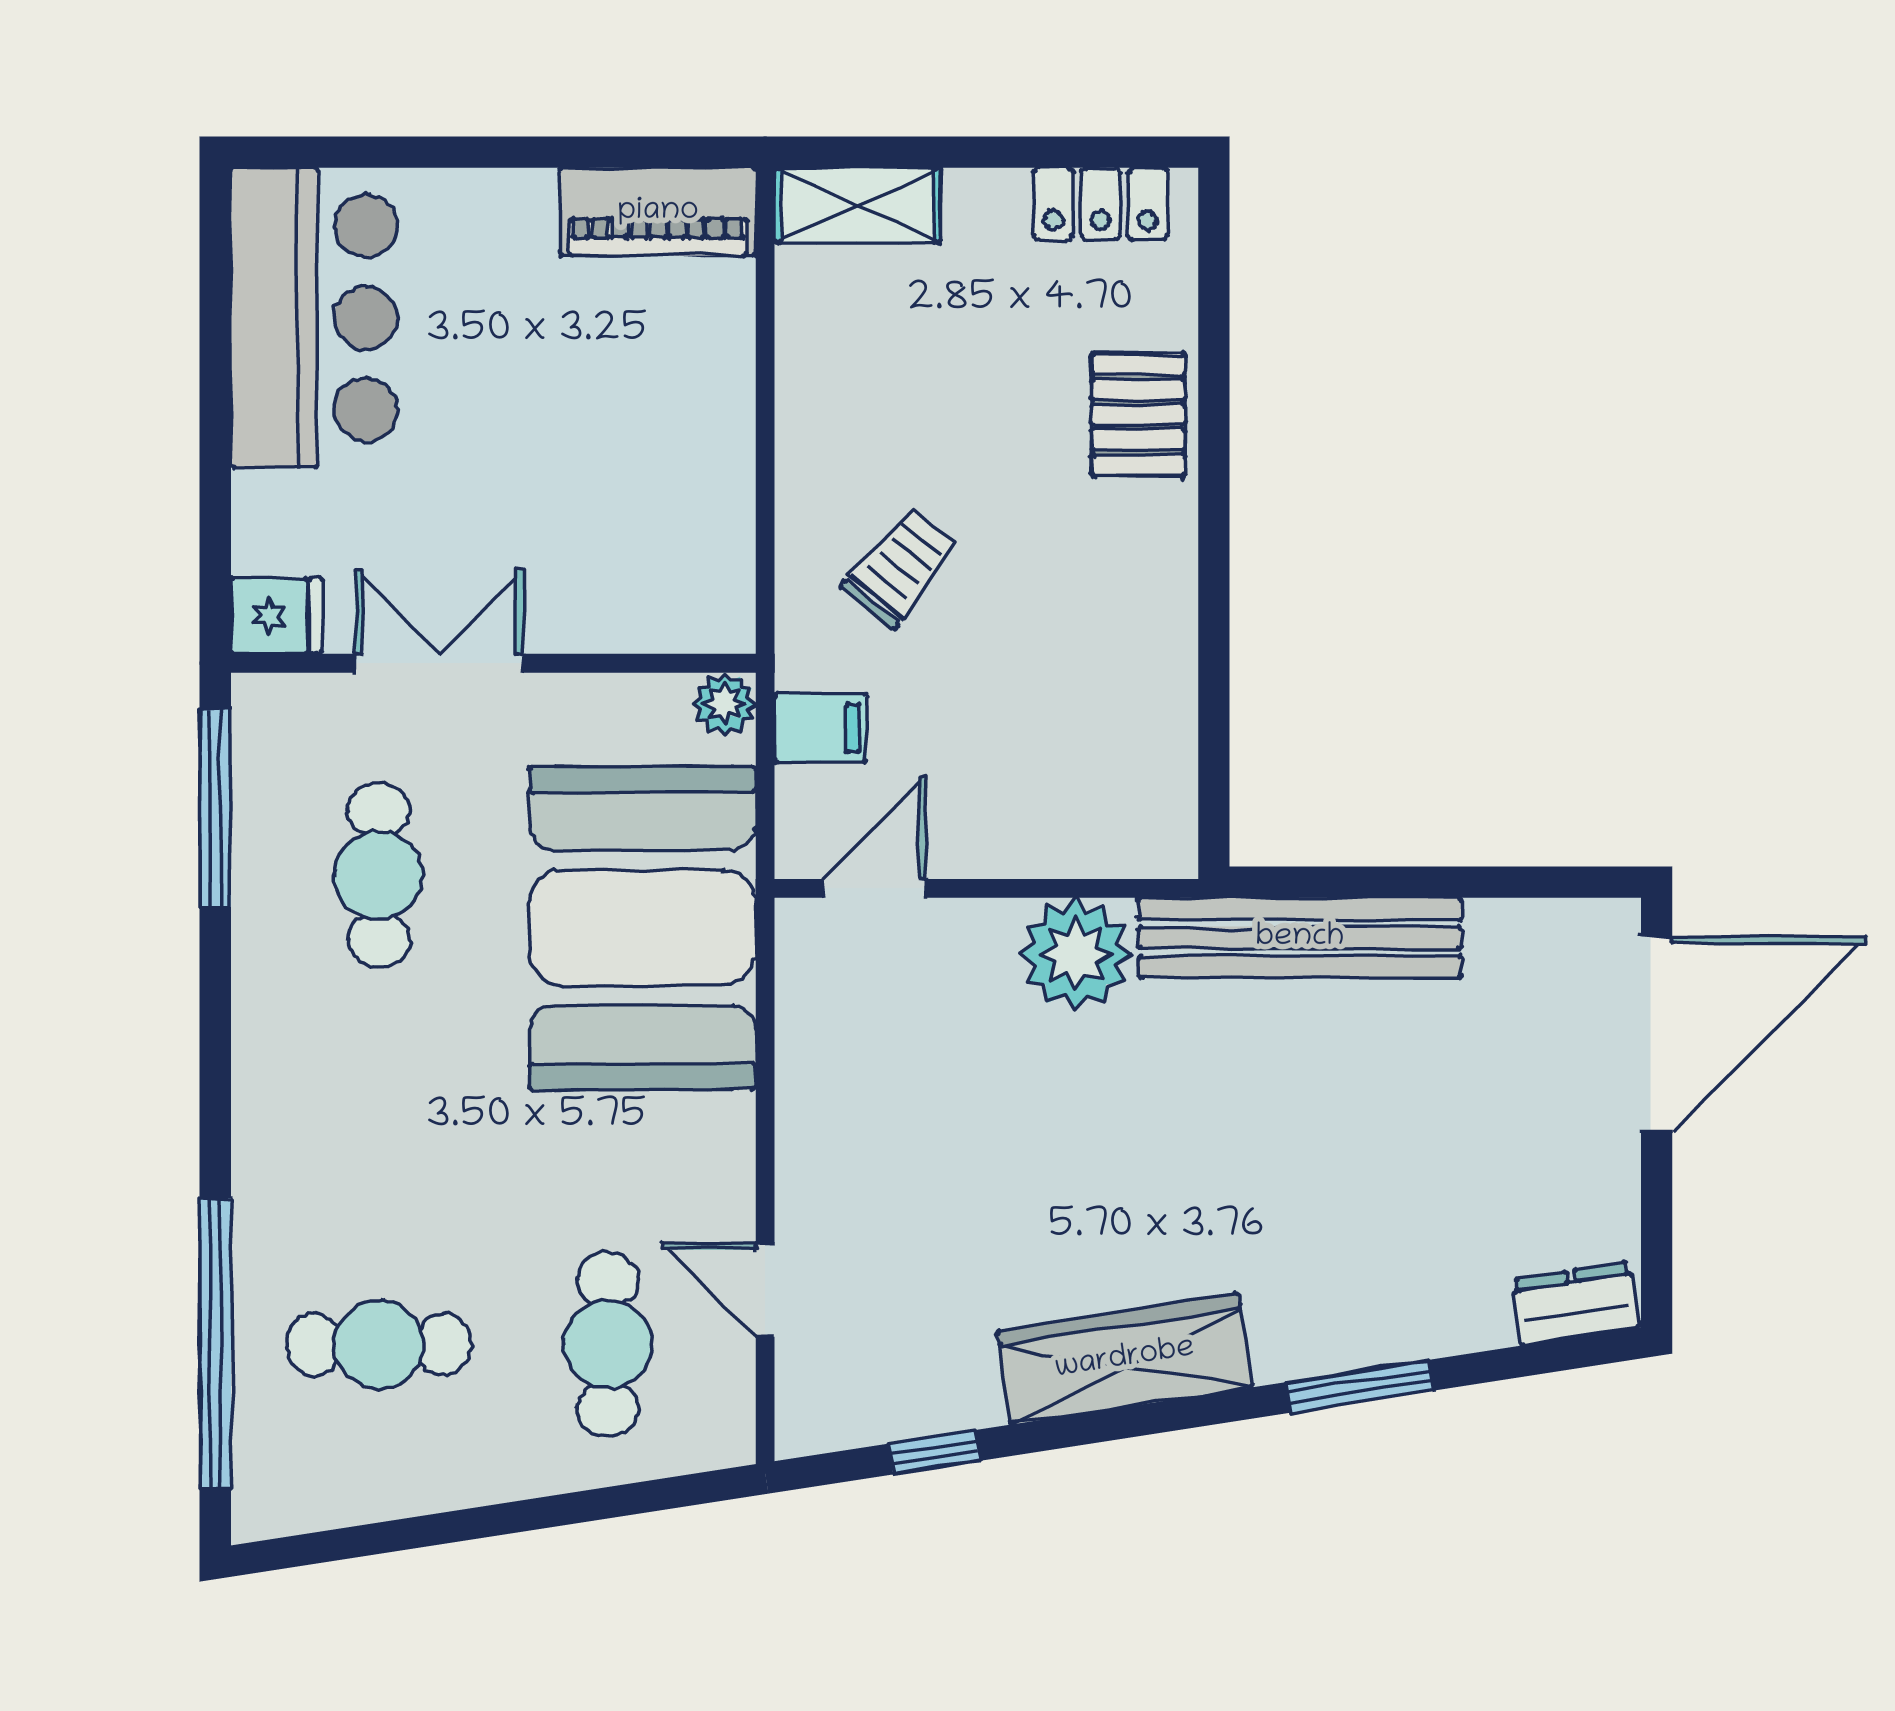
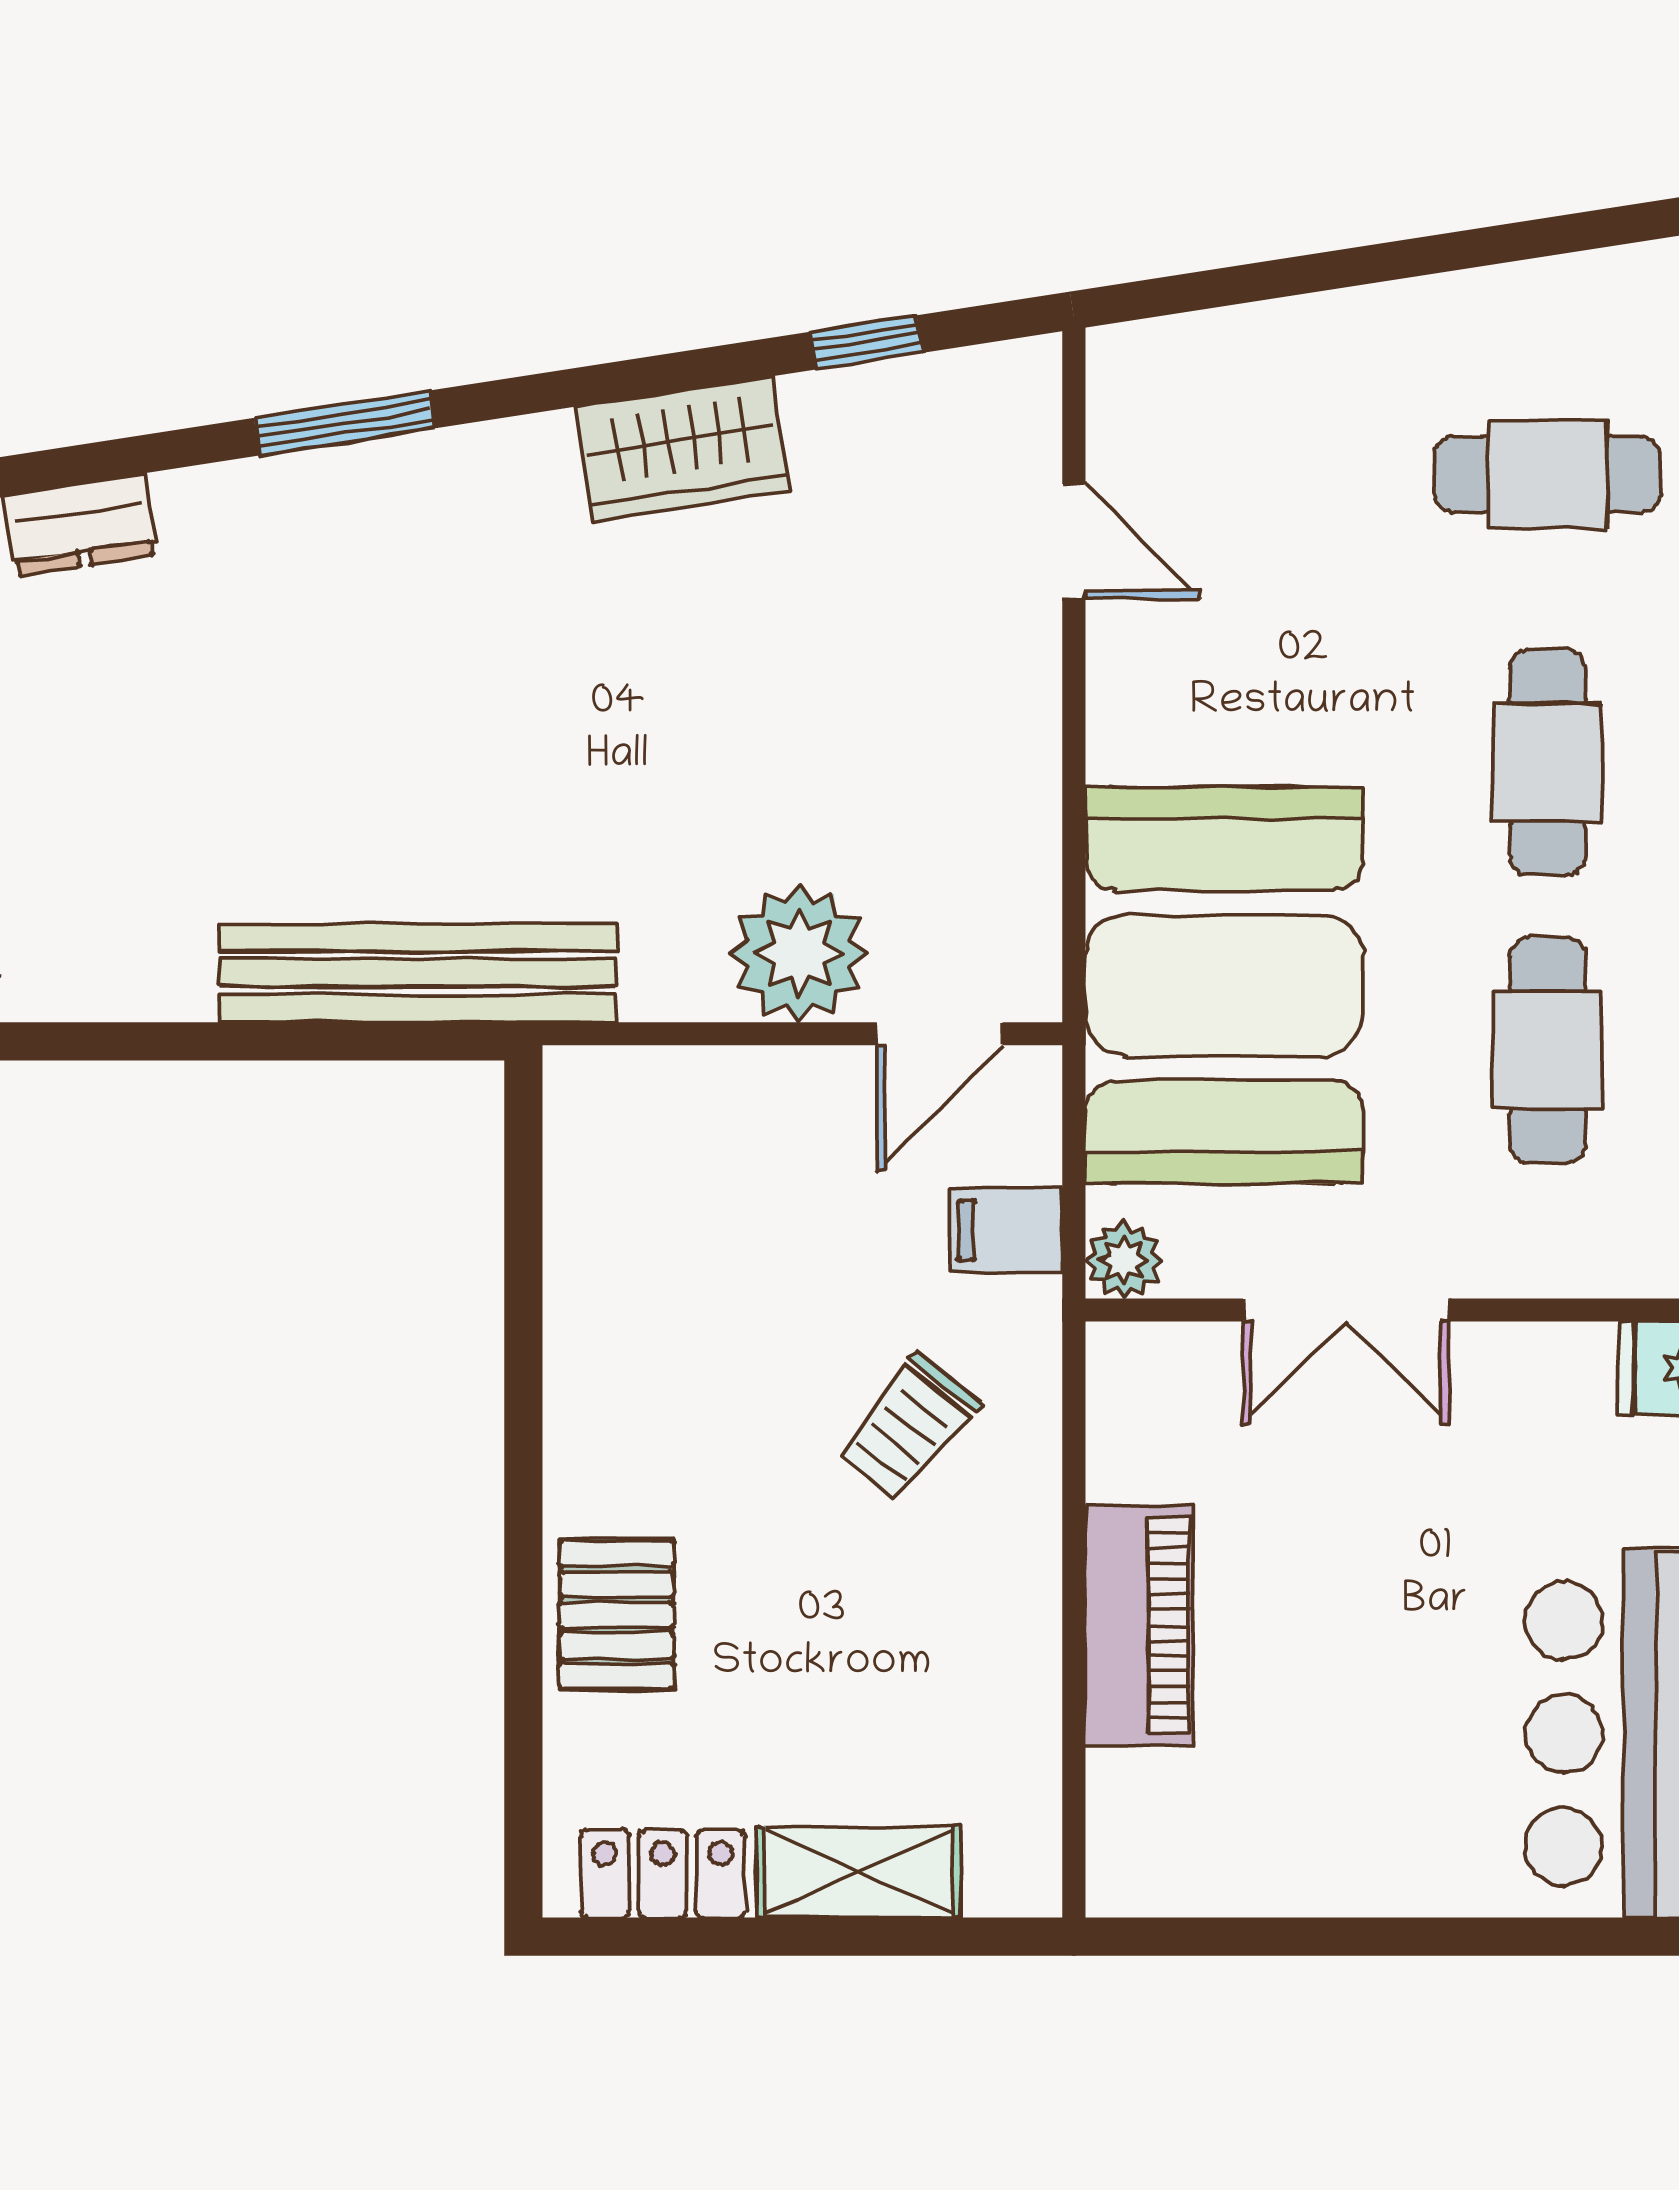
shelving: (857, 205) -> (859, 1872), moved
piano: (658, 212) -> (1139, 1625), moved, turned 90
double door: (440, 663) -> (1346, 1310), moved
plant: (1076, 954) -> (799, 953), moved
cafe table: (608, 1344) -> (1548, 762), moved
wardrobe: (1125, 1359) -> (682, 449), width x0.67

